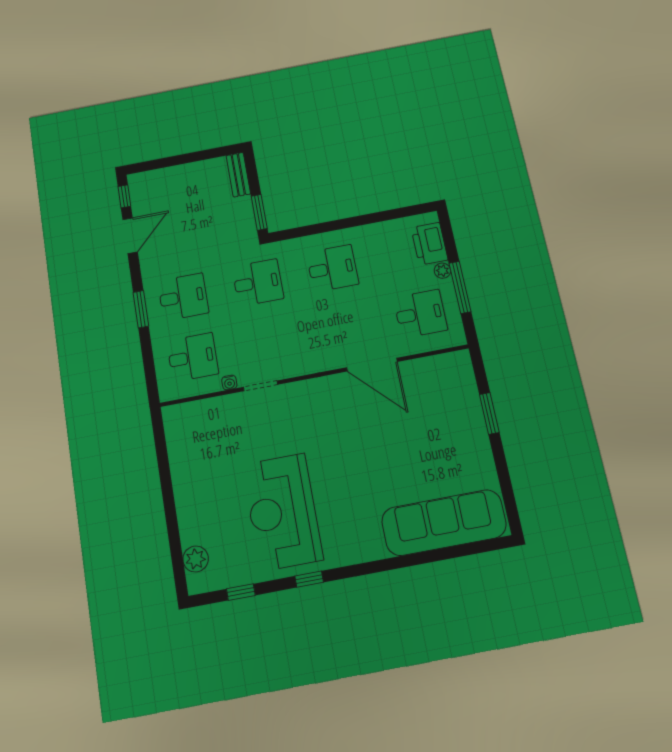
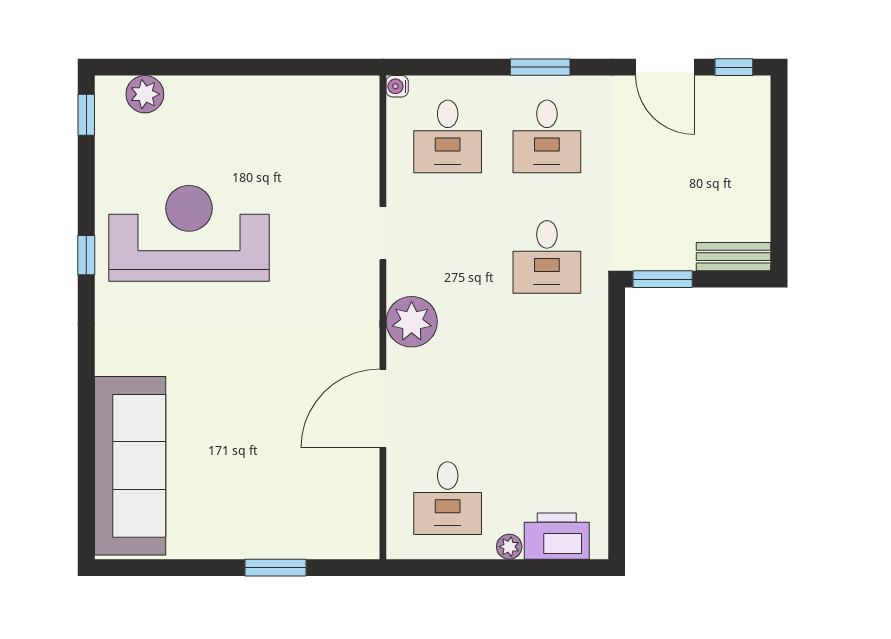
desk: (332, 268) -> (547, 378), removed
window: (460, 287) -> (477, 568), removed
plant: (313, 357) -> (412, 322), added
water cooler: (229, 383) -> (397, 86), moved
window: (241, 592) -> (86, 115), moved

